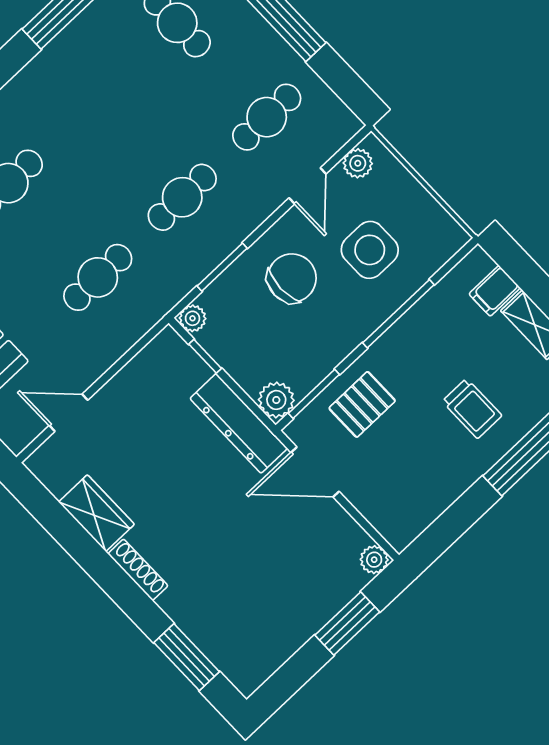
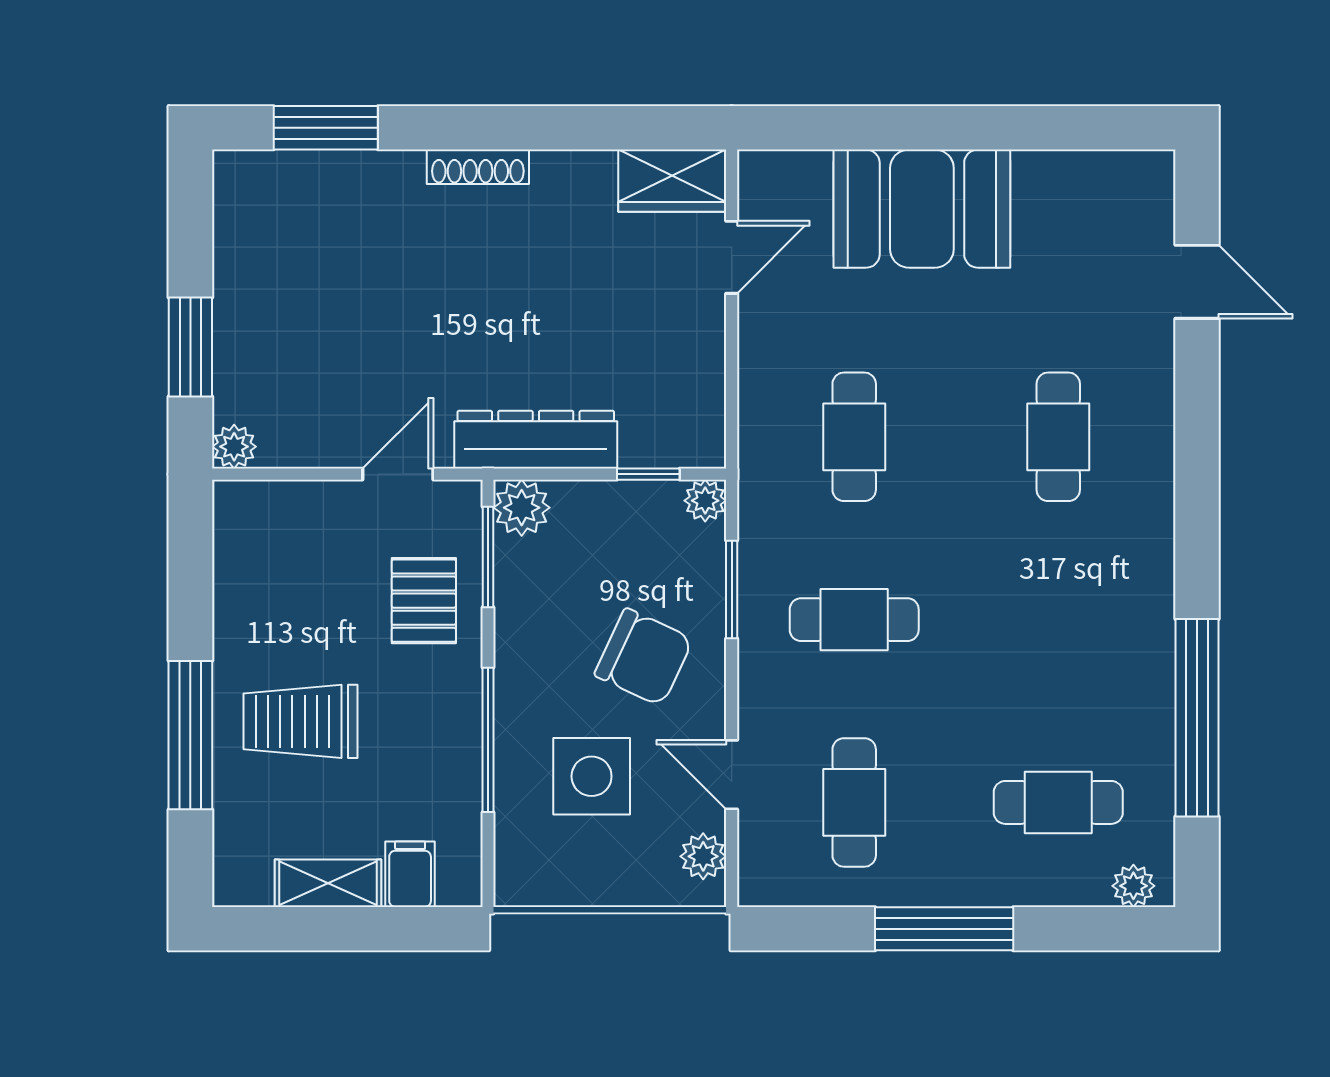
cafe table: (182, 197) -> (854, 620), turned 90
chair: (292, 278) -> (644, 657), turned -65
trolley: (472, 409) -> (300, 721), width x1.36, depth x1.39
door: (315, 472) -> (398, 474), width x0.73
wardrobe: (96, 513) -> (672, 181), moved

